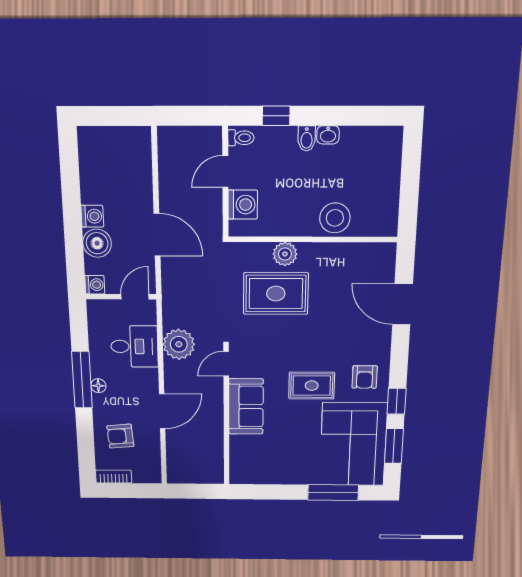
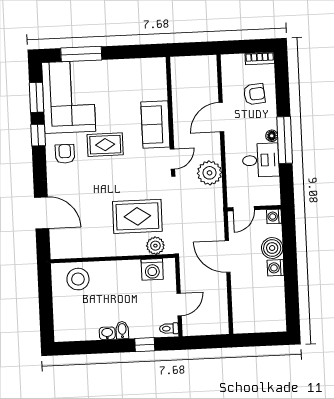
washing machine: (243, 205) -> (152, 269), moved, turned -90
stool: (335, 218) -> (78, 279), moved
plant: (285, 254) -> (155, 246), moved
desk: (134, 346) -> (261, 160), moved, turned 180

